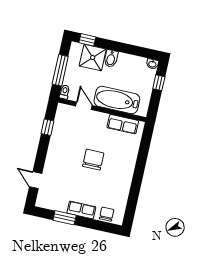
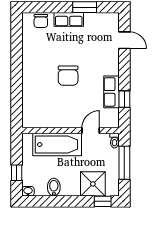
bidet: (111, 59) -> (54, 187), moved
door: (84, 106) -> (91, 131), swing flipped
row of seats: (123, 124) -> (111, 92), moved, turned -90

